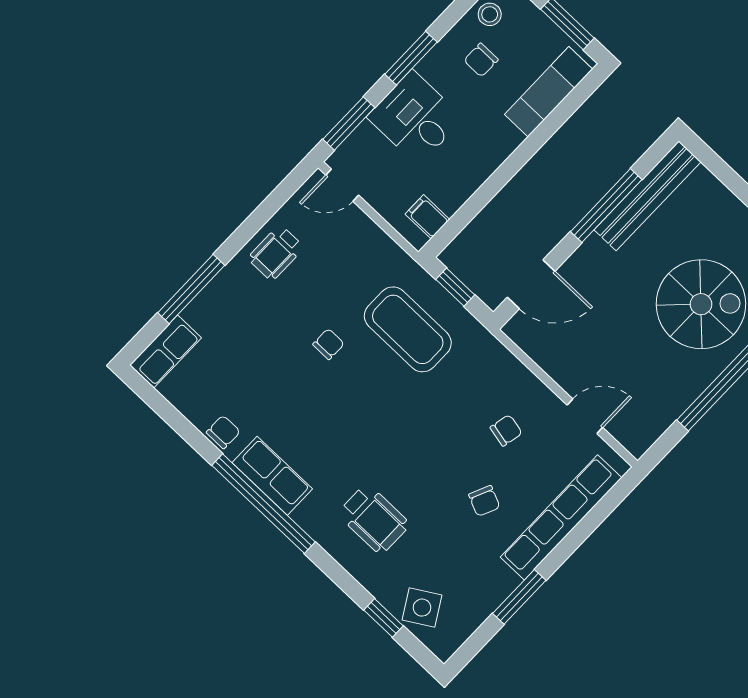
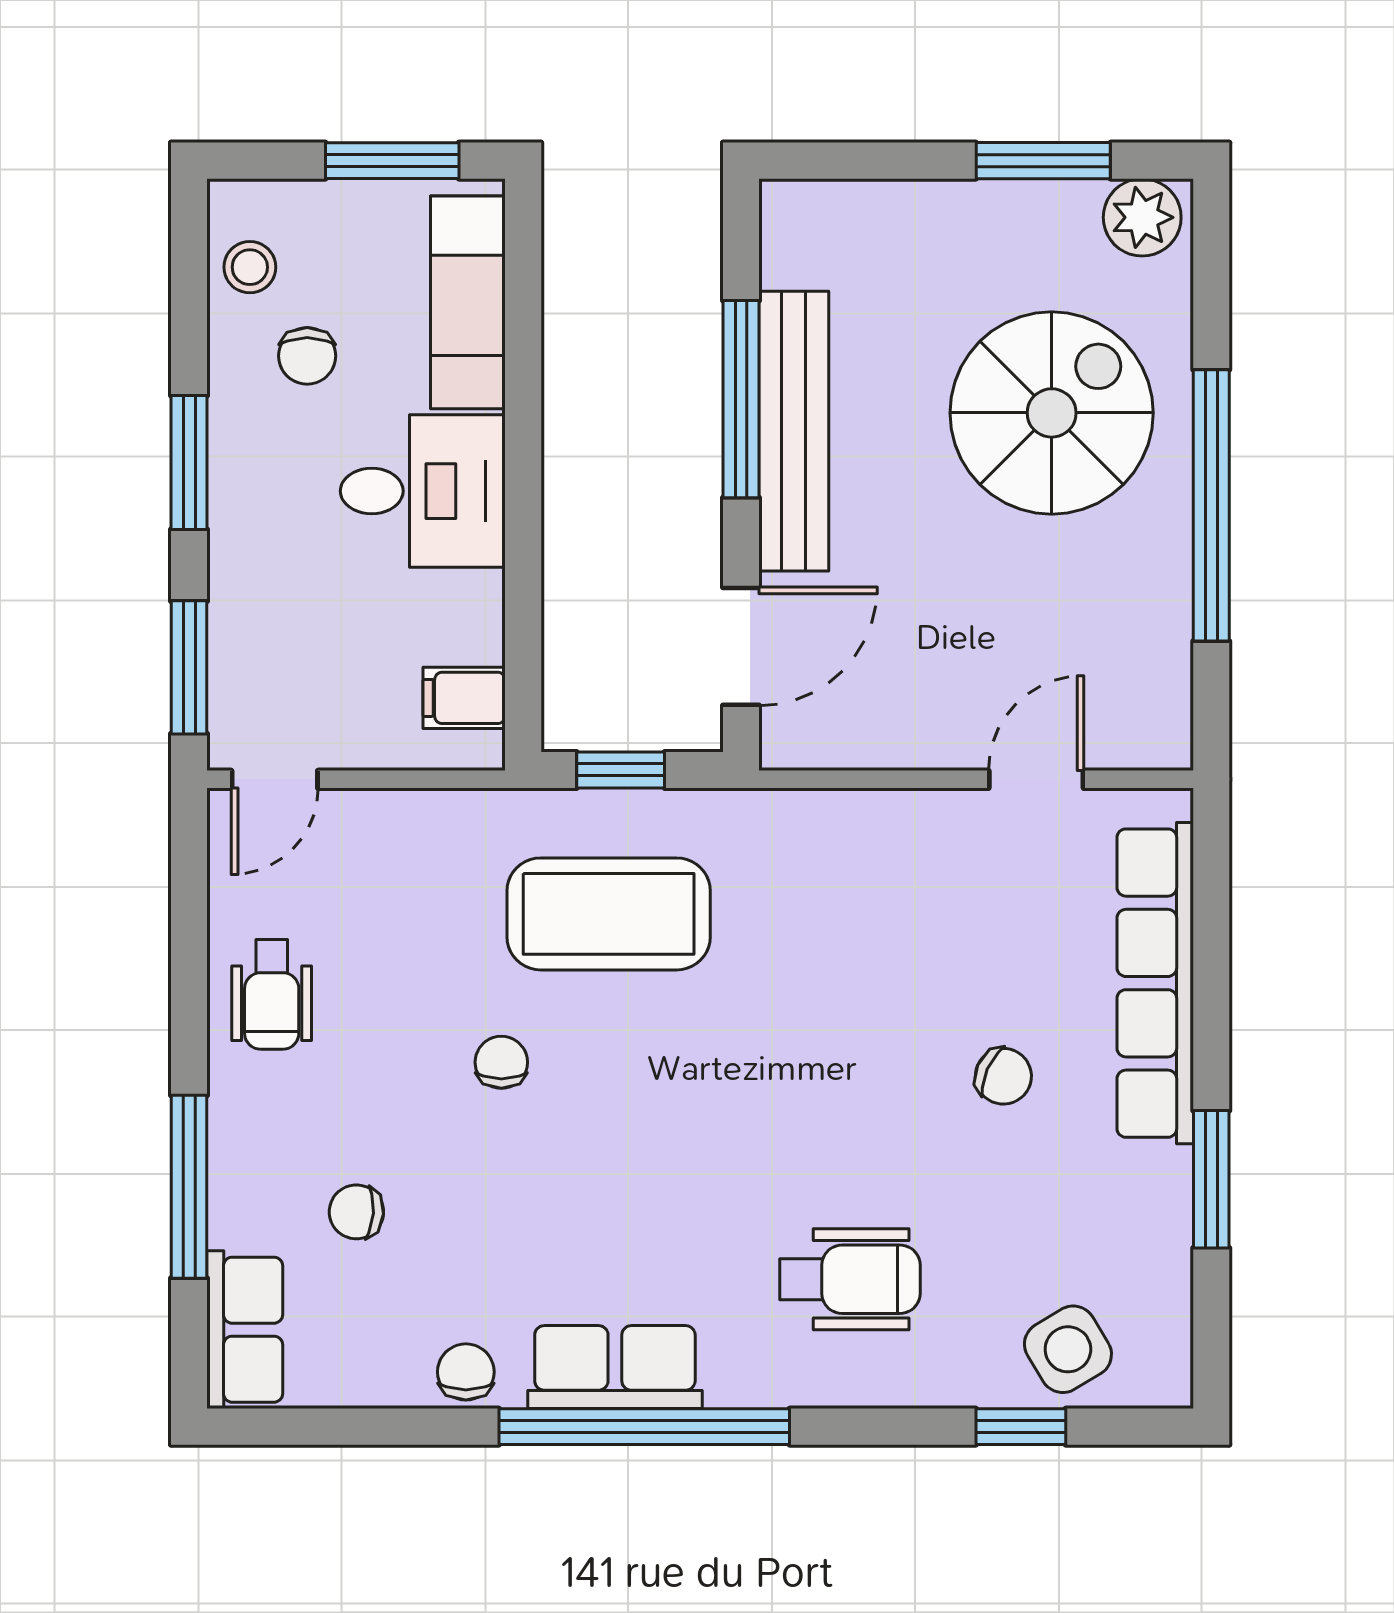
desk: (415, 118) -> (423, 491), moved, turned 180
bench: (647, 196) -> (794, 431), moved
chair: (506, 430) -> (356, 1212), moved, turned -98

